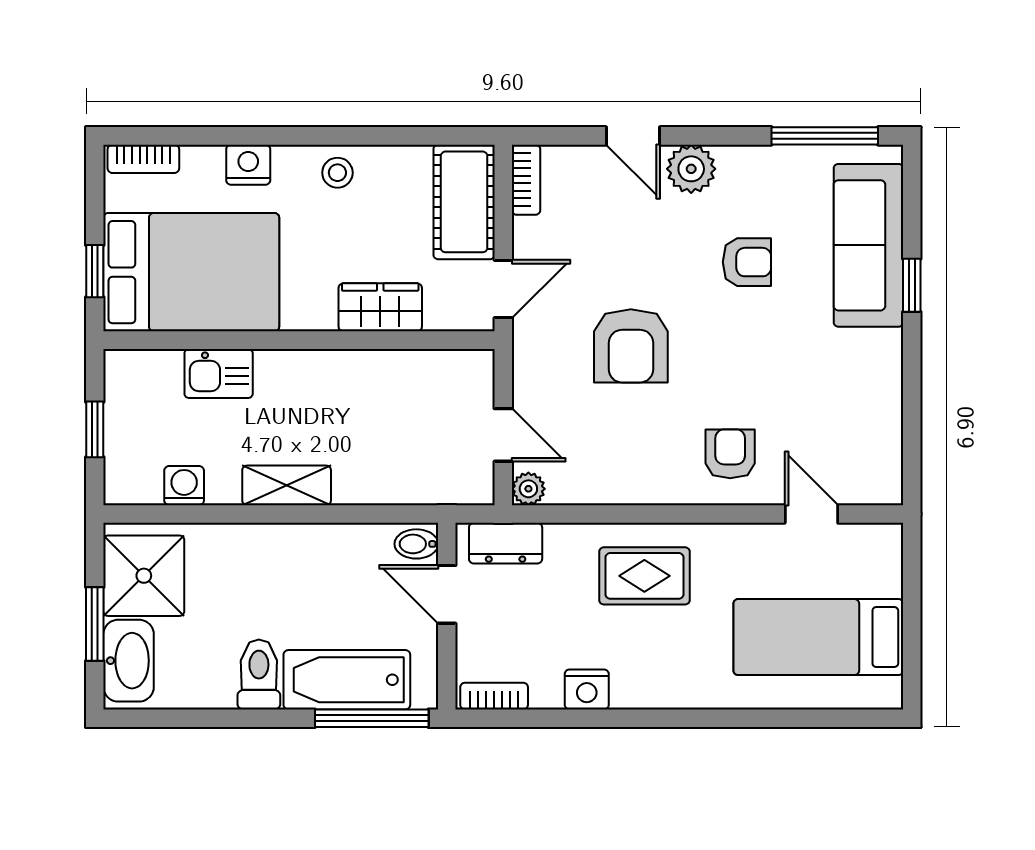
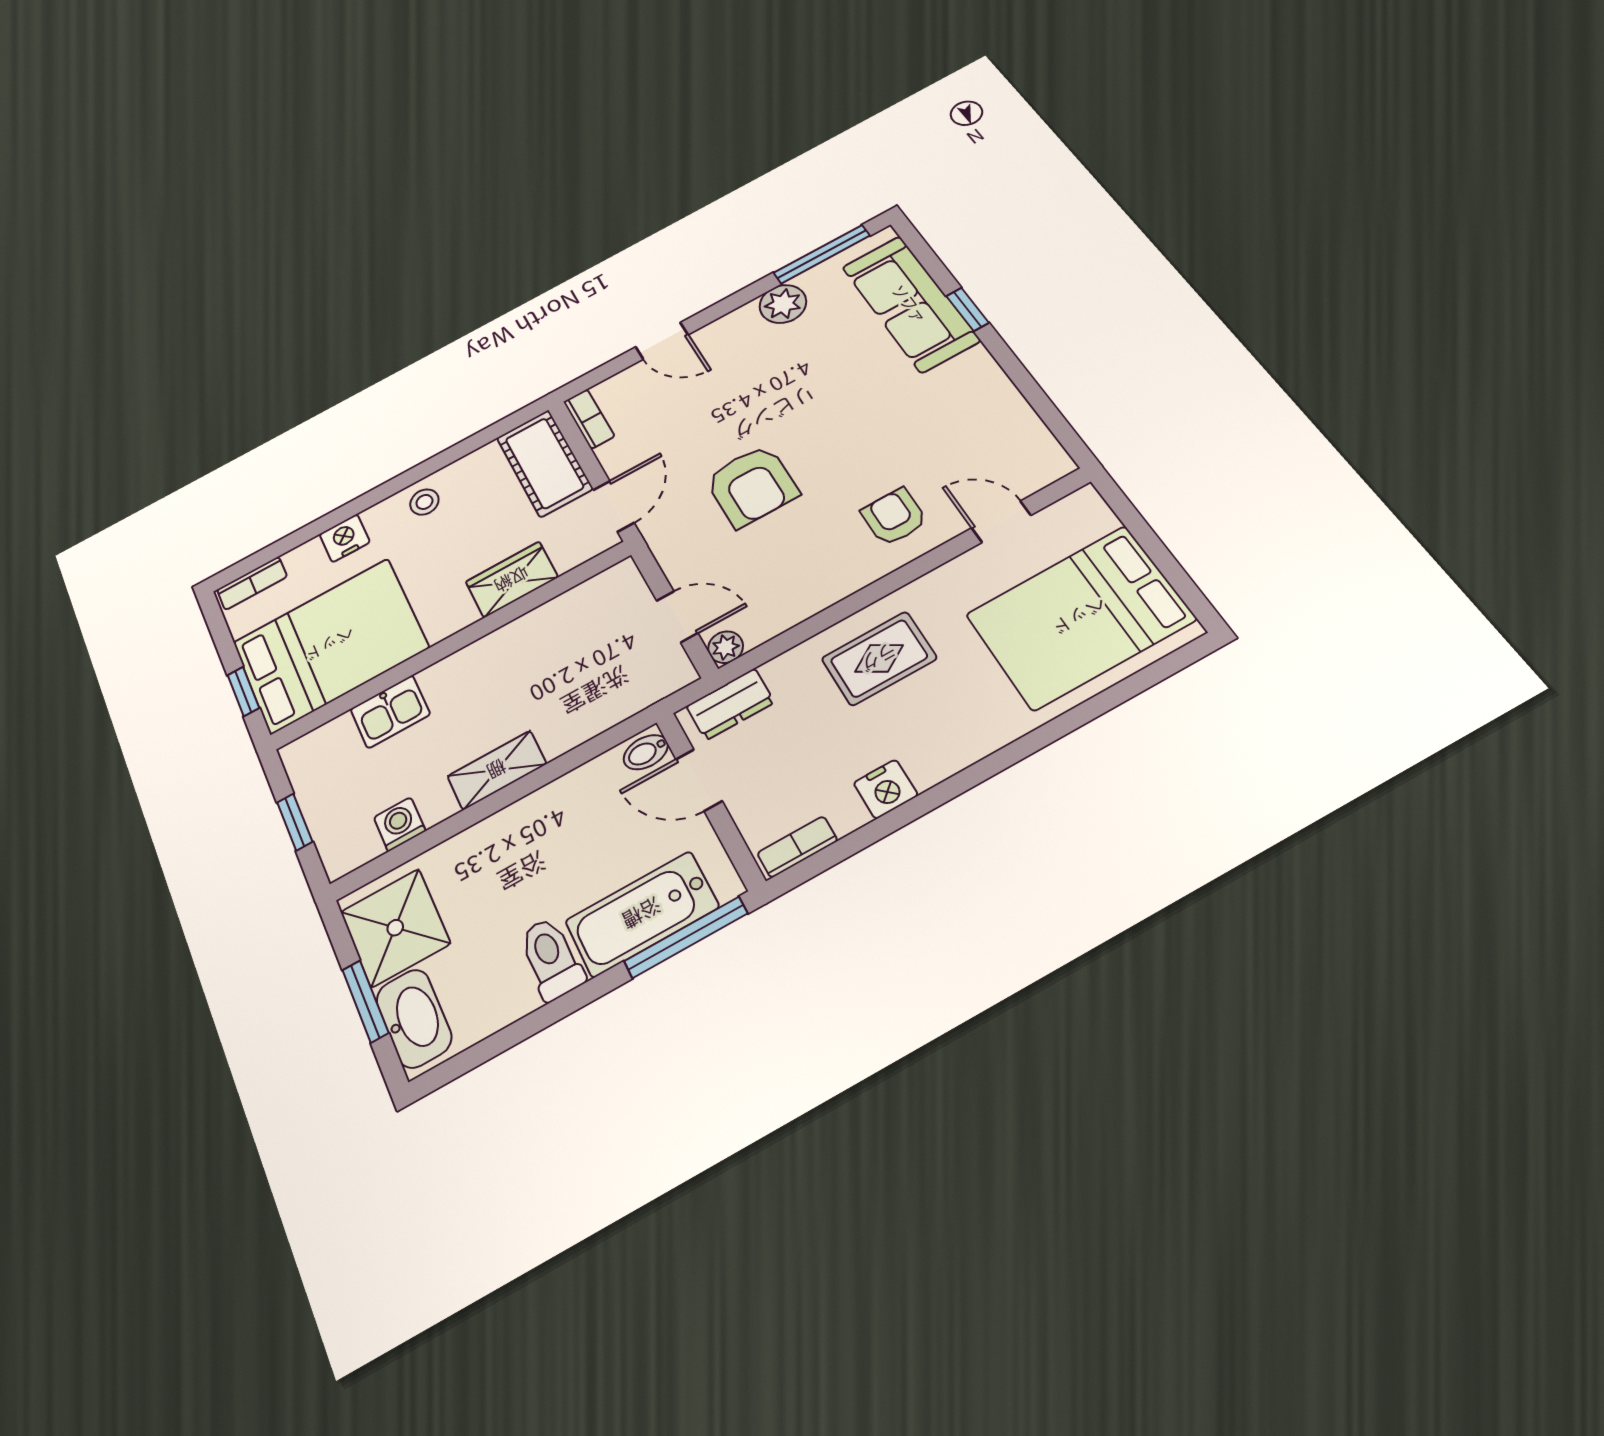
plant: (691, 169) -> (783, 304), moved
armchair: (747, 262) -> (814, 371), removed
bed: (818, 637) -> (1080, 617), width x1.50

